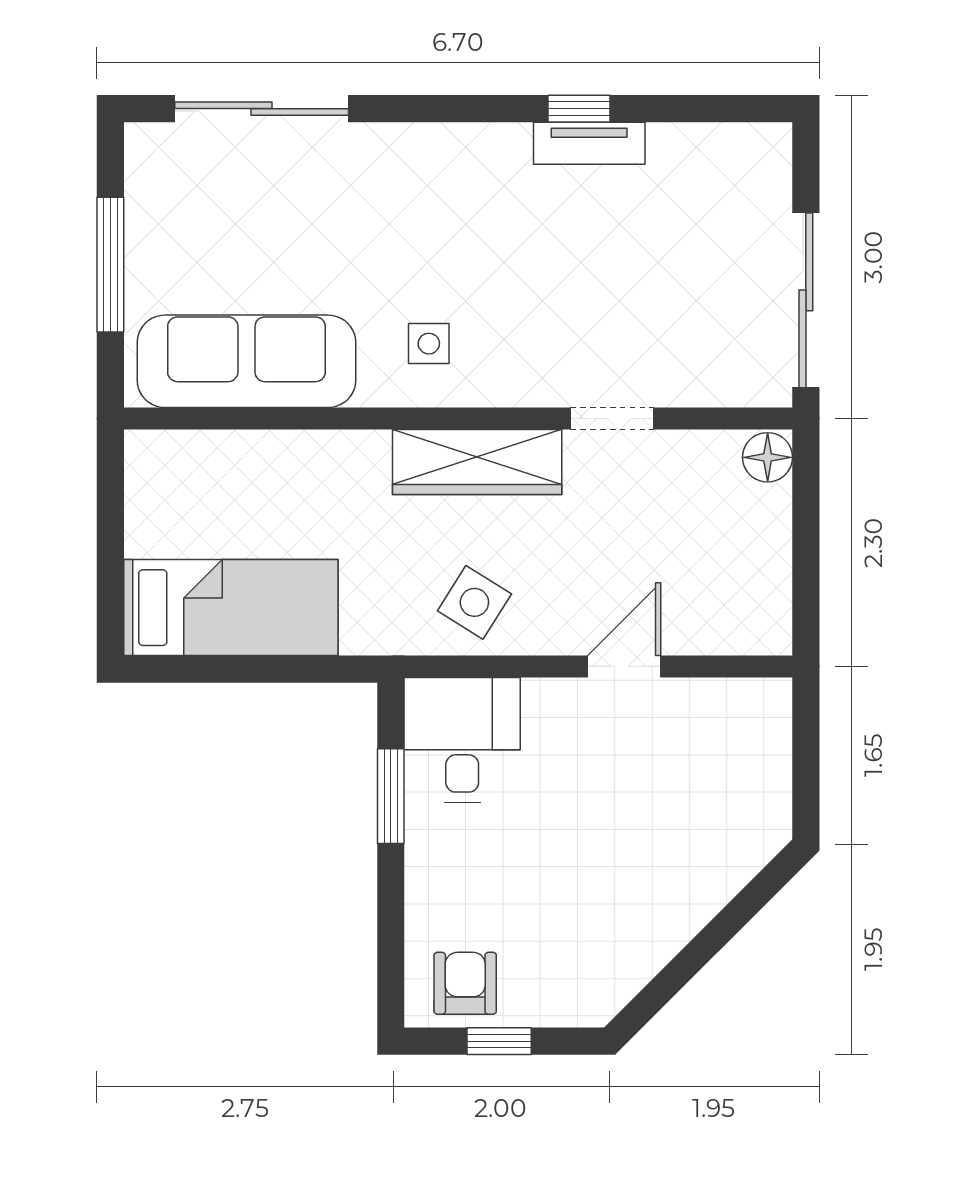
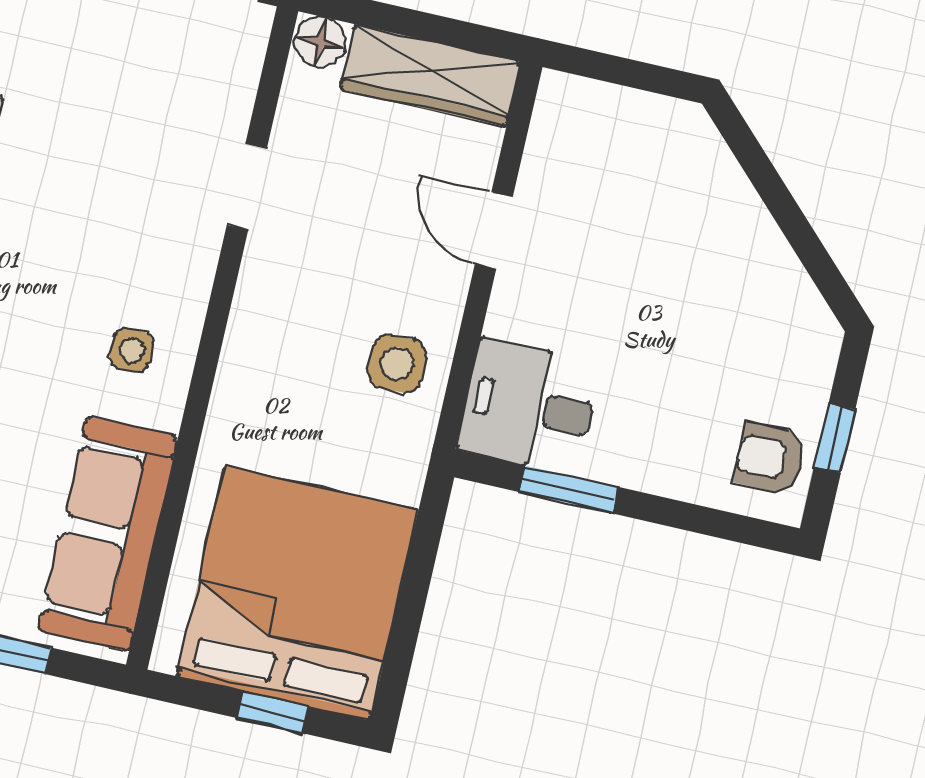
wardrobe: (477, 462) -> (430, 75), moved, turned 90
window: (110, 560) -> (273, 712), added
side table: (474, 602) -> (397, 363), turned -32
bed: (231, 608) -> (298, 593), width x2.04

